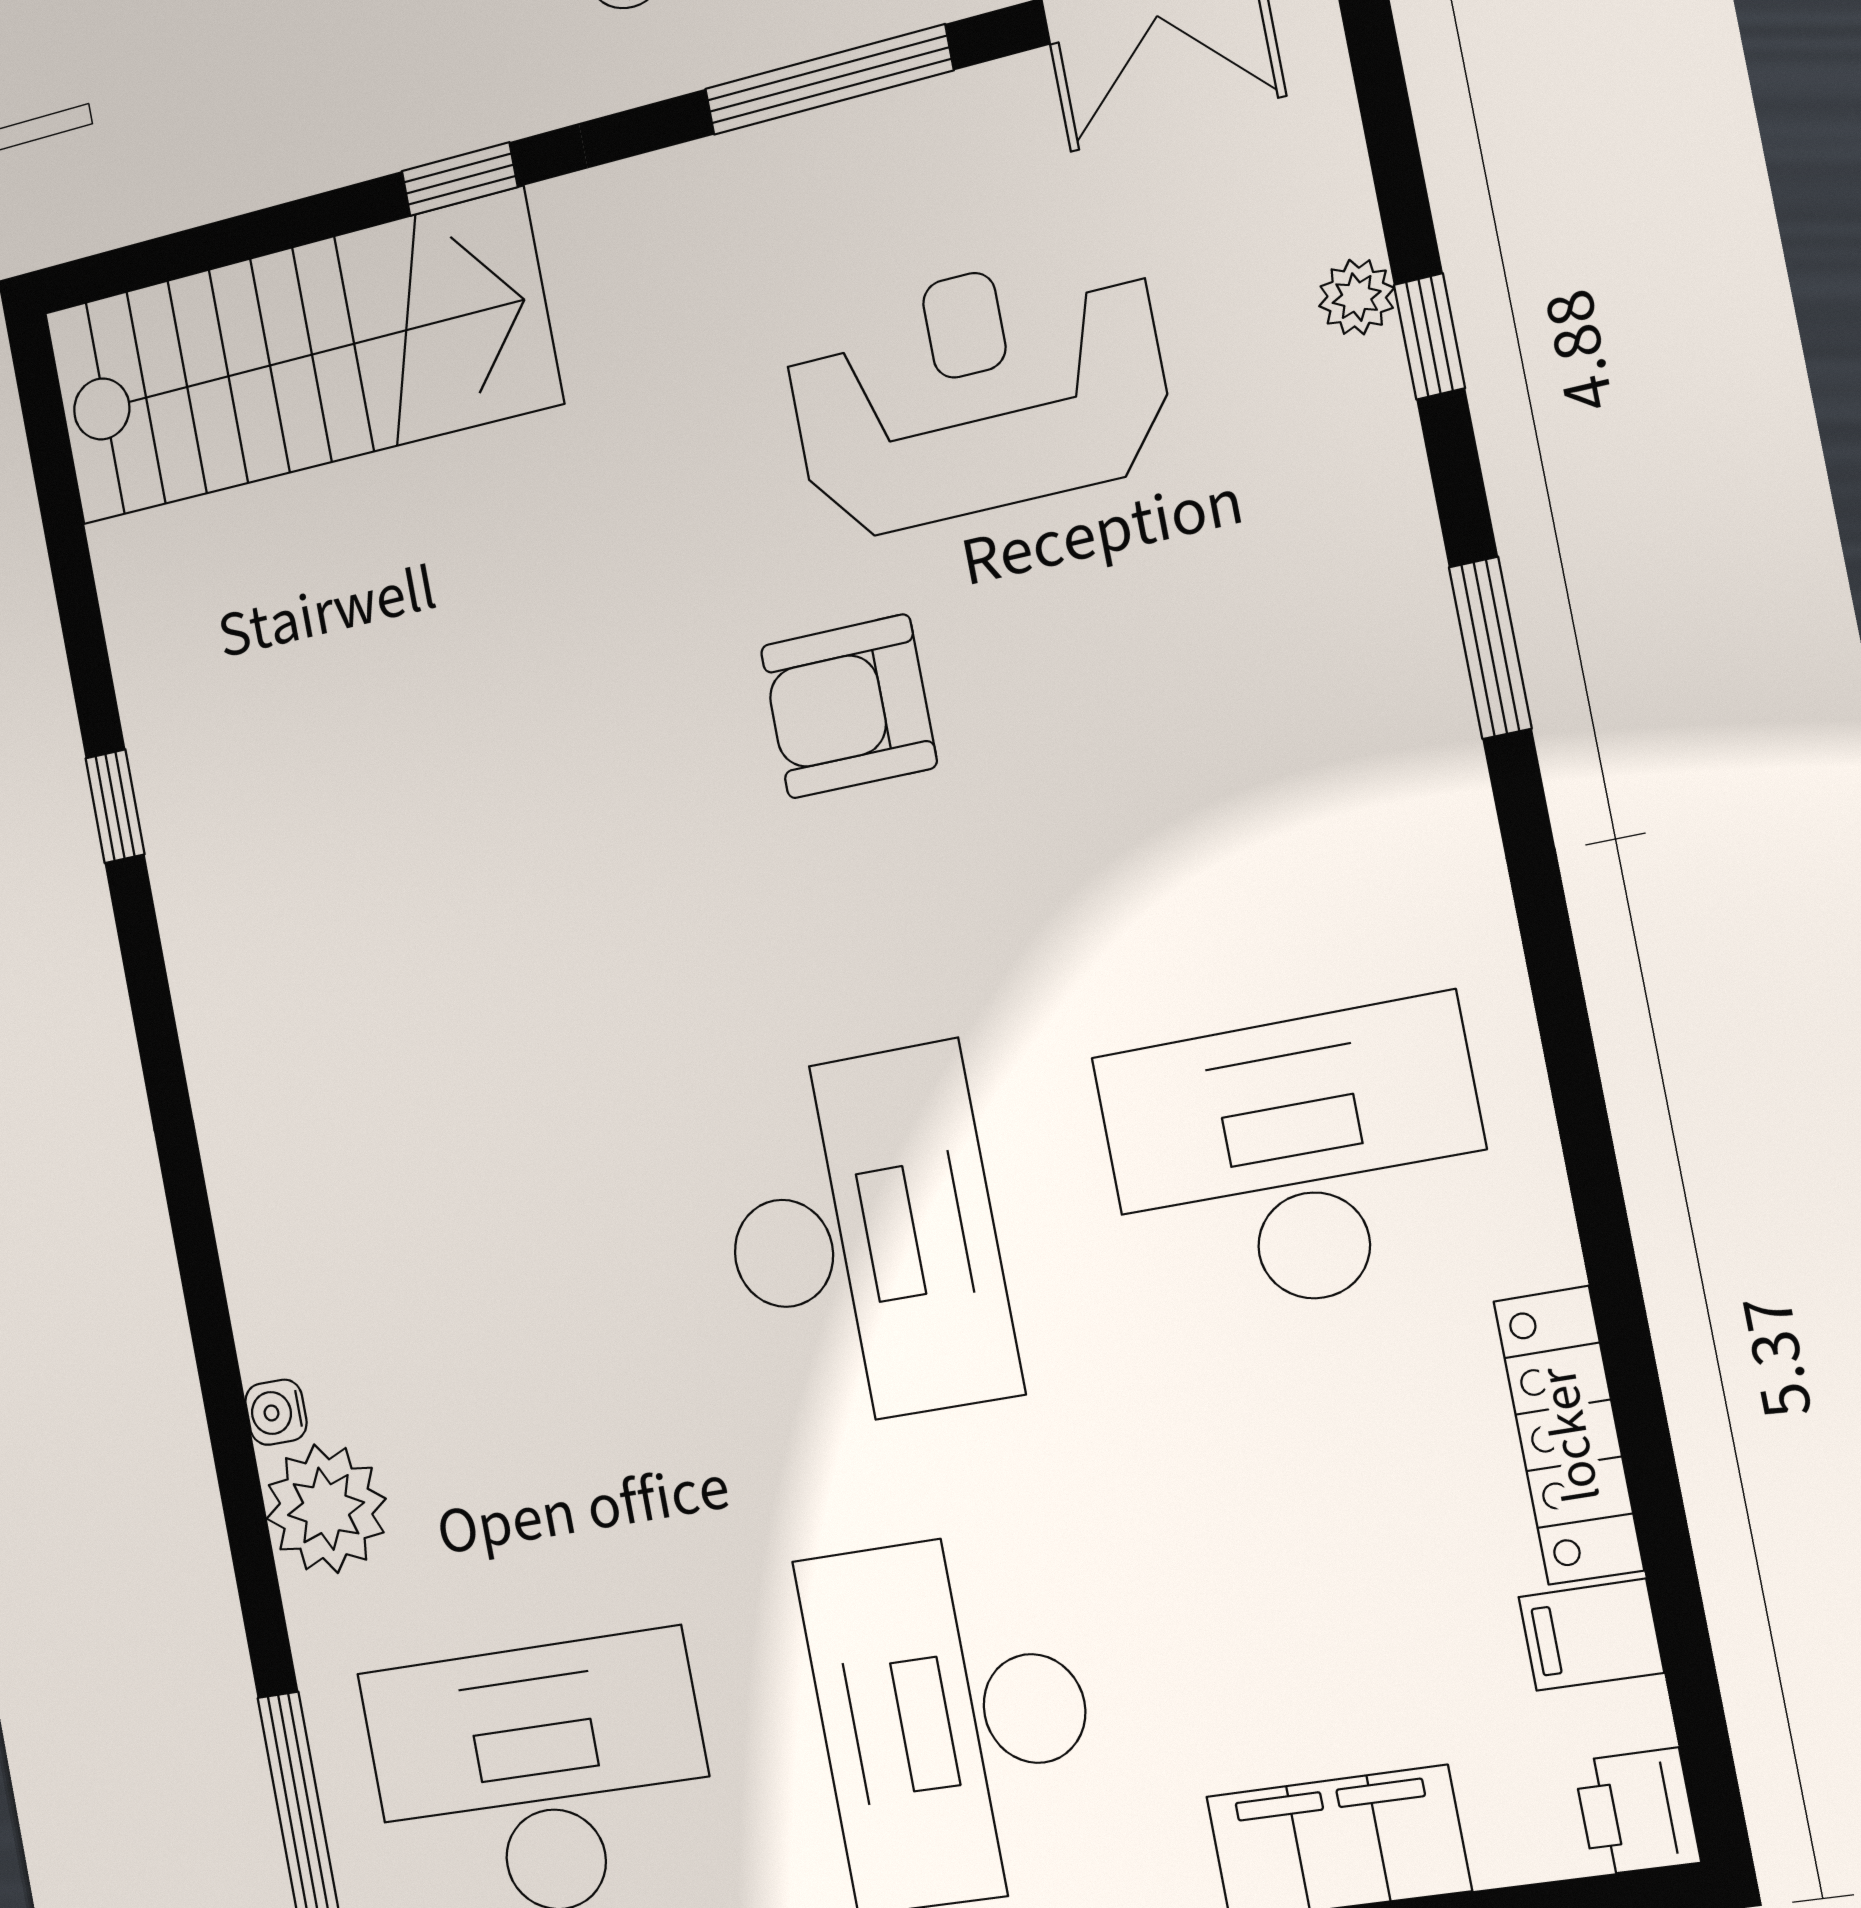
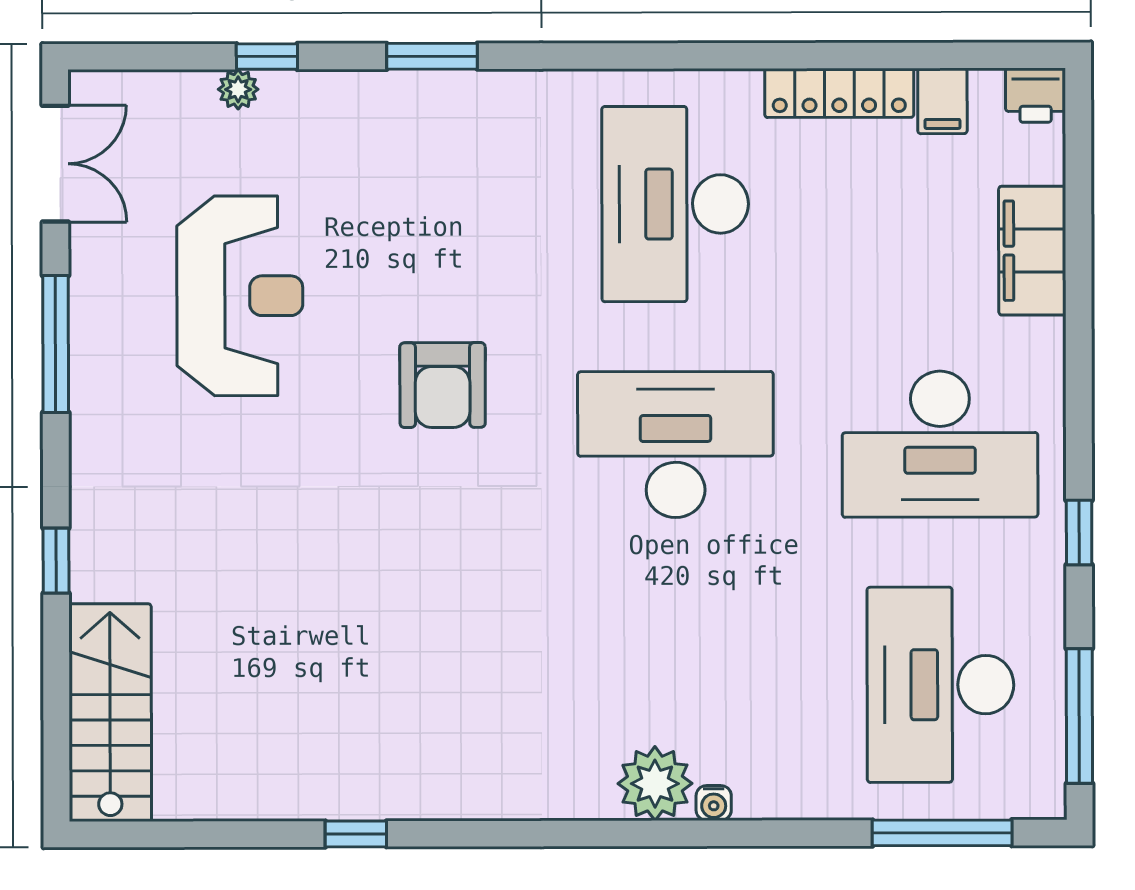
stairs: (300, 358) -> (110, 713), width x0.73, depth x0.66
reception desk: (977, 392) -> (240, 296), turned 180
armchair: (849, 707) -> (443, 385), moved
plant: (326, 1509) -> (655, 784), moved

